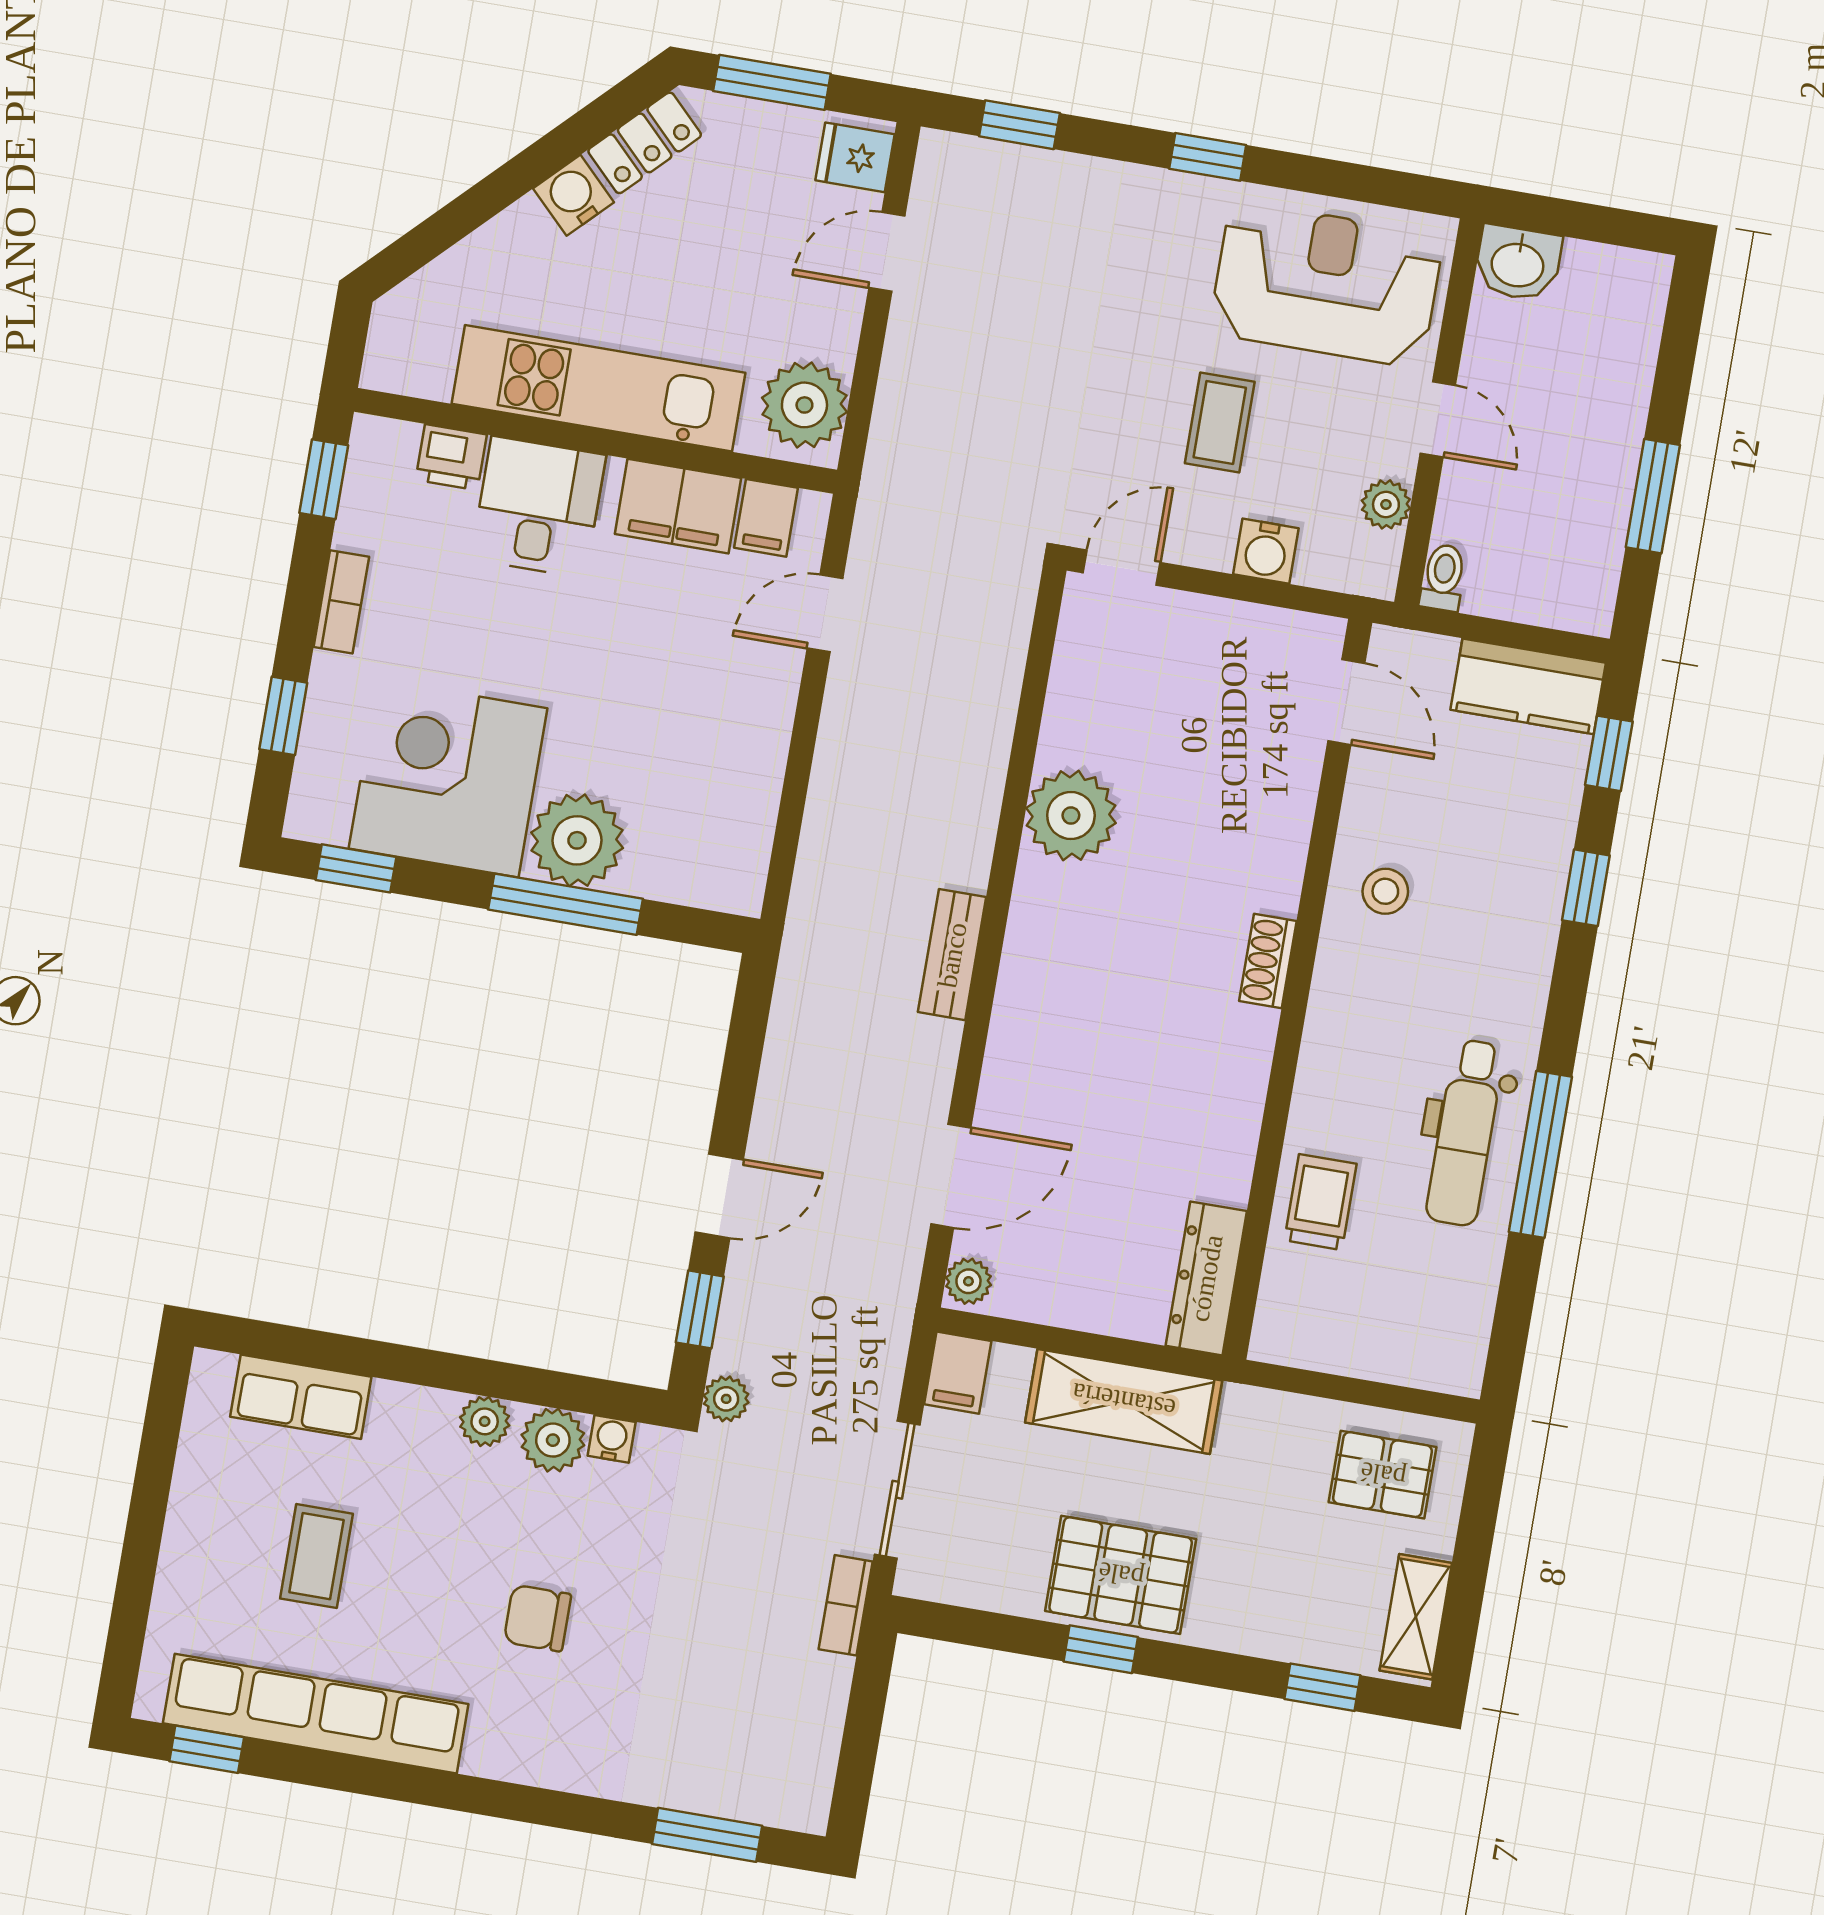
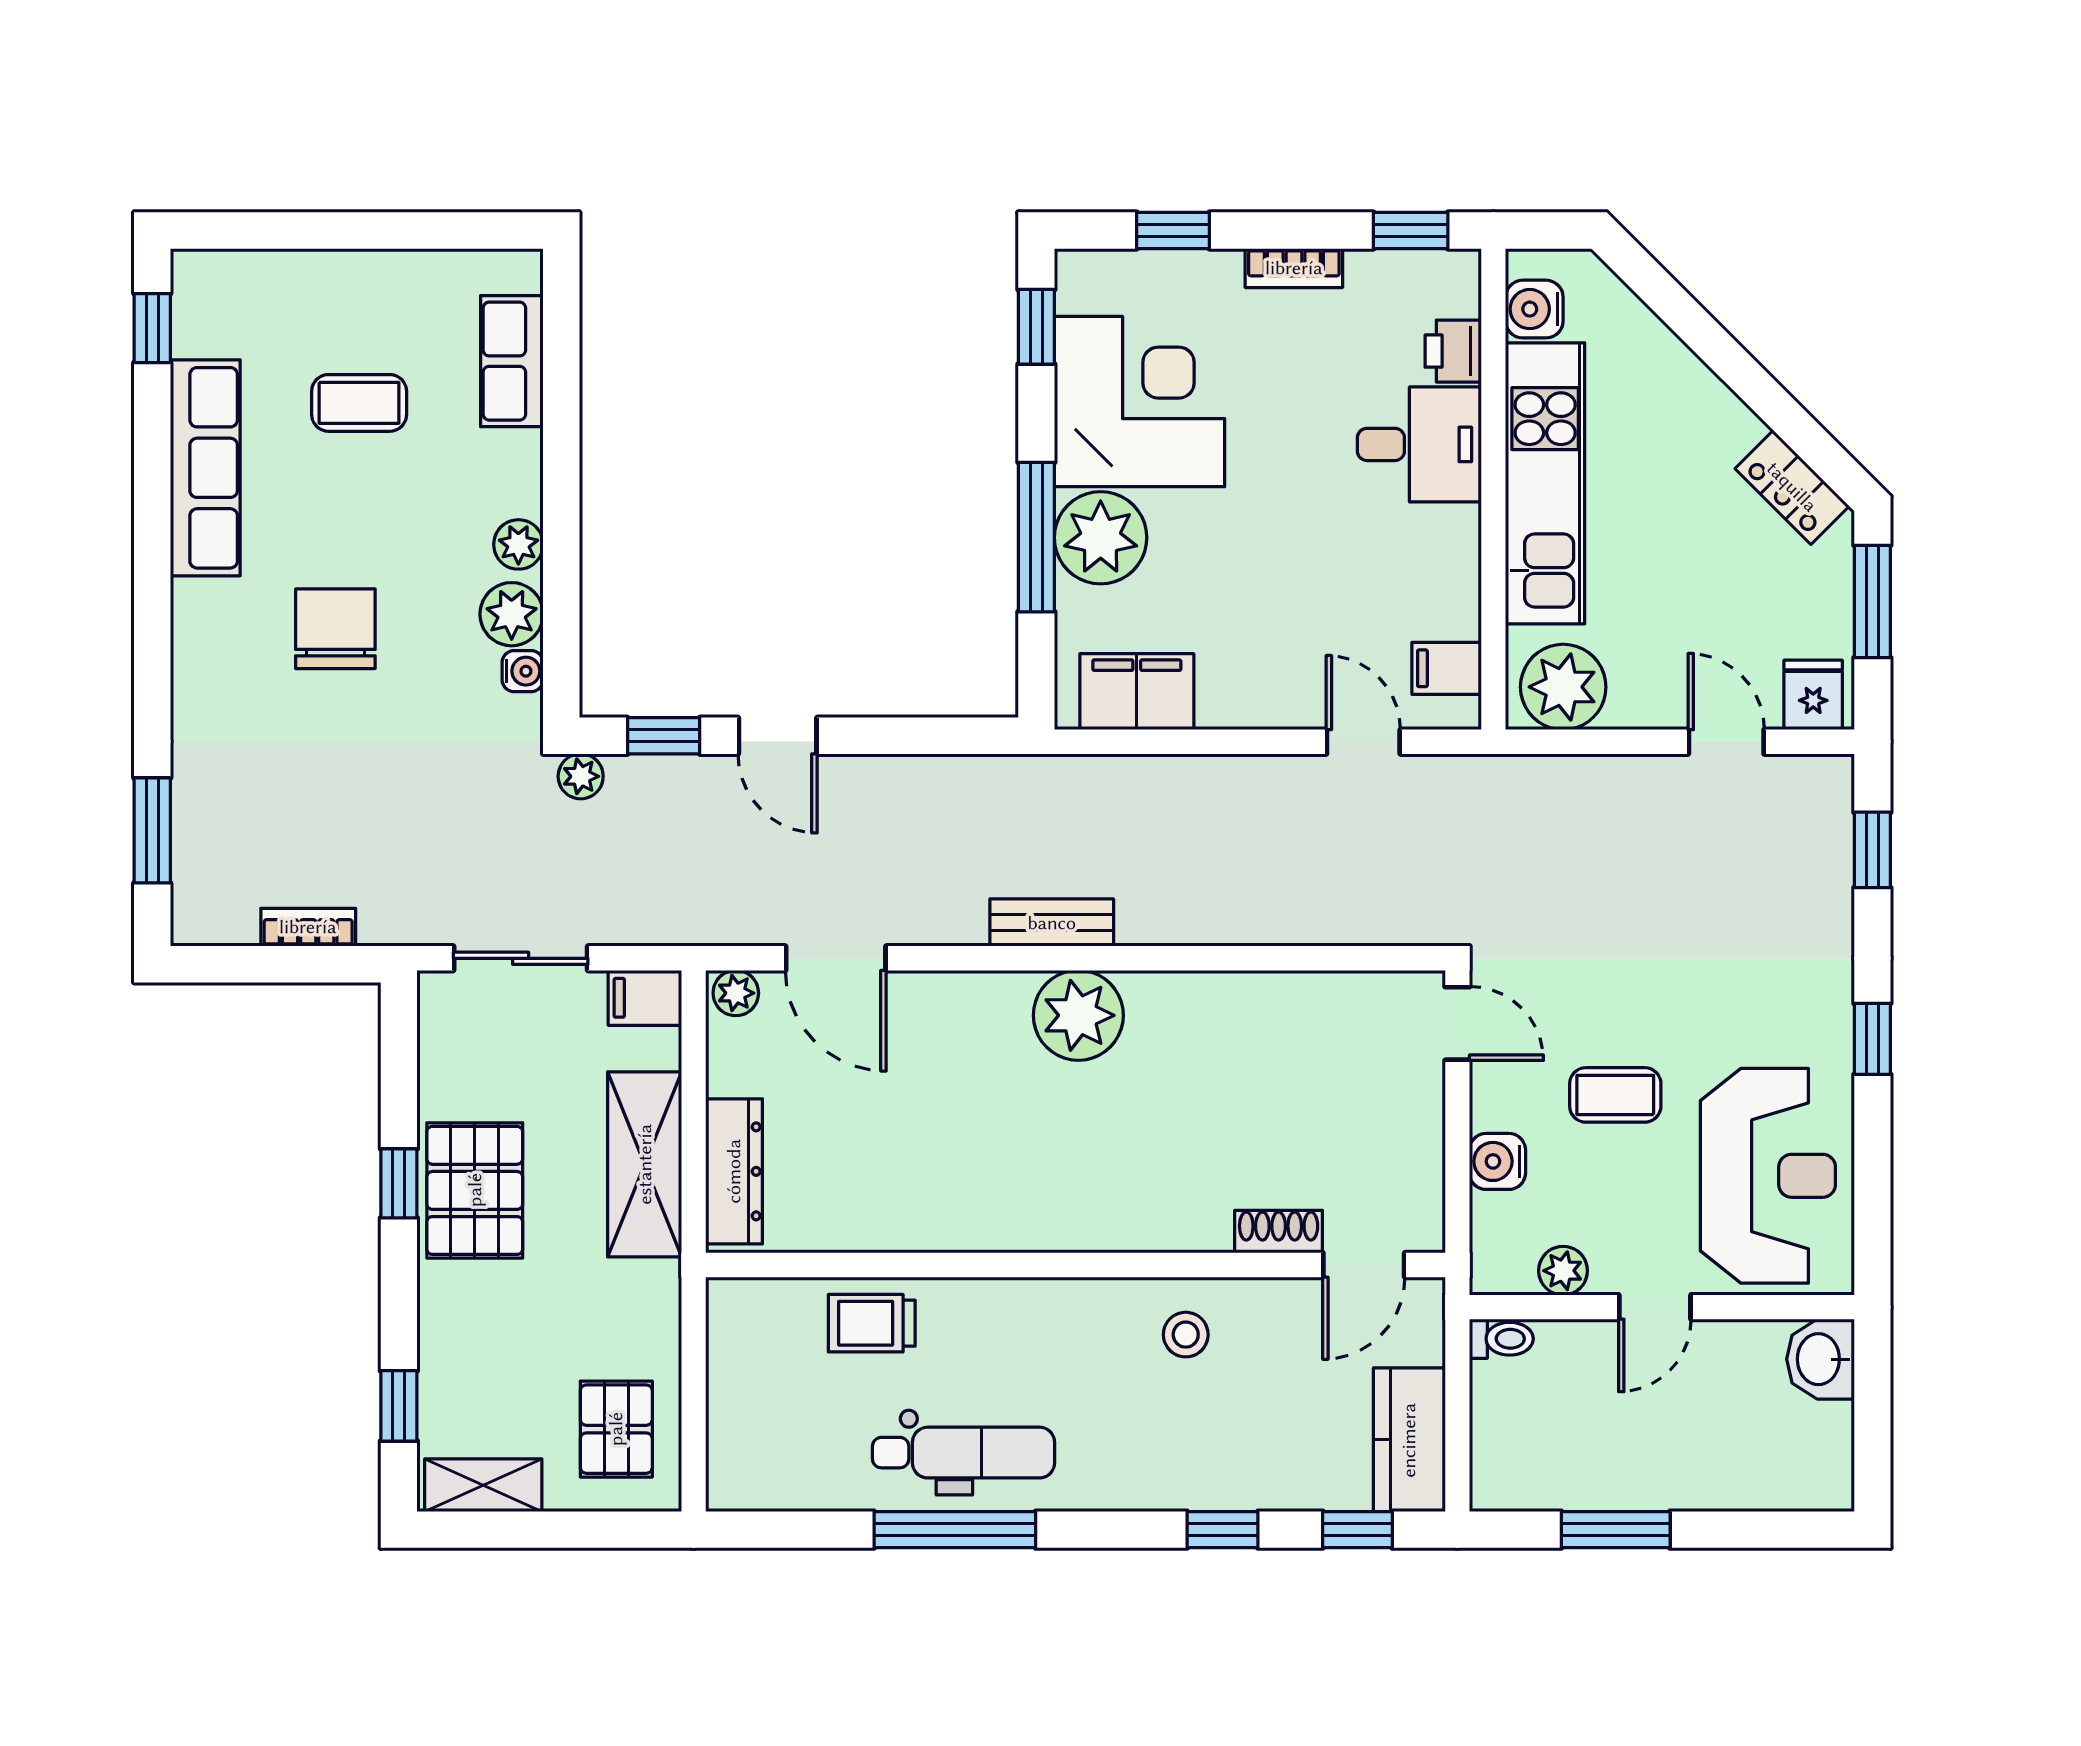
water cooler: (574, 195) -> (1534, 309), moved, turned -135
filing cabinet: (678, 506) -> (1137, 692), moved, turned 90
plant: (1071, 816) -> (1078, 1015), moved
shoe rack: (1268, 961) -> (1279, 1232), moved
dental chair: (1465, 1133) -> (963, 1453), turned 180
trolley: (1320, 1202) -> (872, 1323), turned 180
dresser: (1206, 1278) -> (734, 1171), moved, turned 90
bookcase: (846, 1605) -> (308, 927), moved
chair: (537, 1618) -> (335, 629), width x1.37, depth x1.37
row of seats: (316, 1714) -> (205, 468), width x0.73

